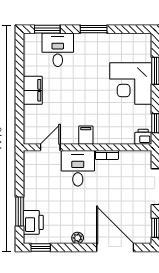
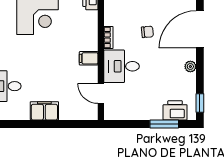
chair: (113, 194) -> (147, 32), added

